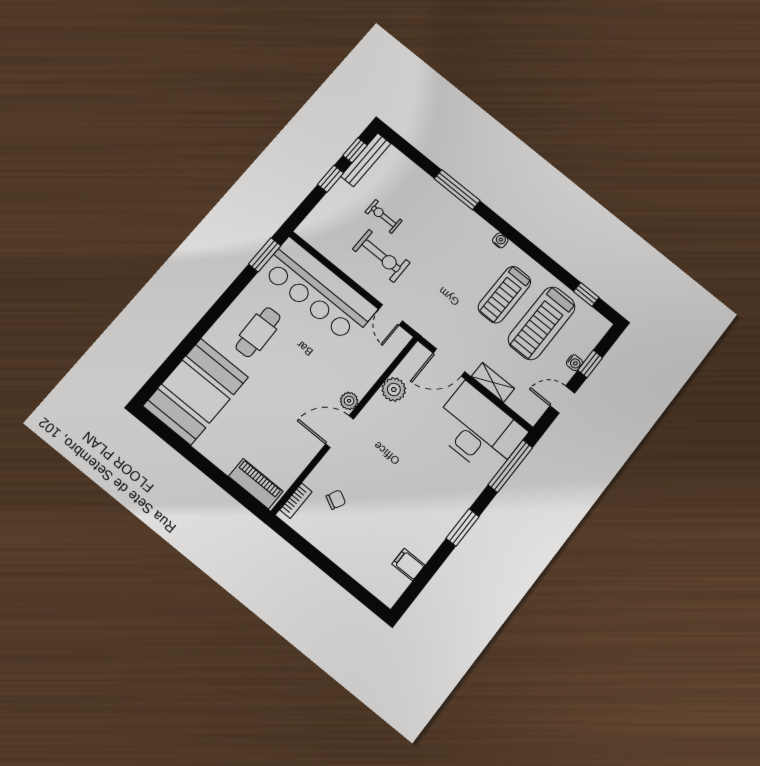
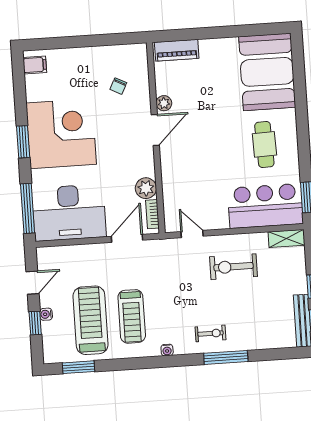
exercise bike: (384, 216) -> (210, 333), moved
bar counter: (319, 290) -> (265, 206), width x0.73
treadmill: (504, 295) -> (132, 316), turned 180
window: (586, 295) -> (78, 367), width x1.50
shelving: (493, 383) -> (286, 238), moved
plant: (349, 401) -> (164, 103), moved
bookcase: (296, 501) -> (152, 214), moved
corner desk: (423, 504) -> (61, 134), added
filing cabinet: (408, 565) -> (35, 65), moved

